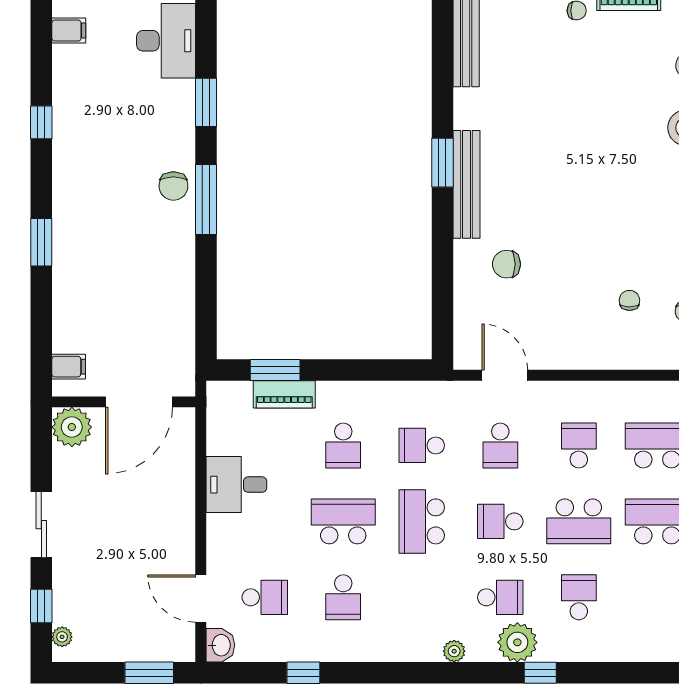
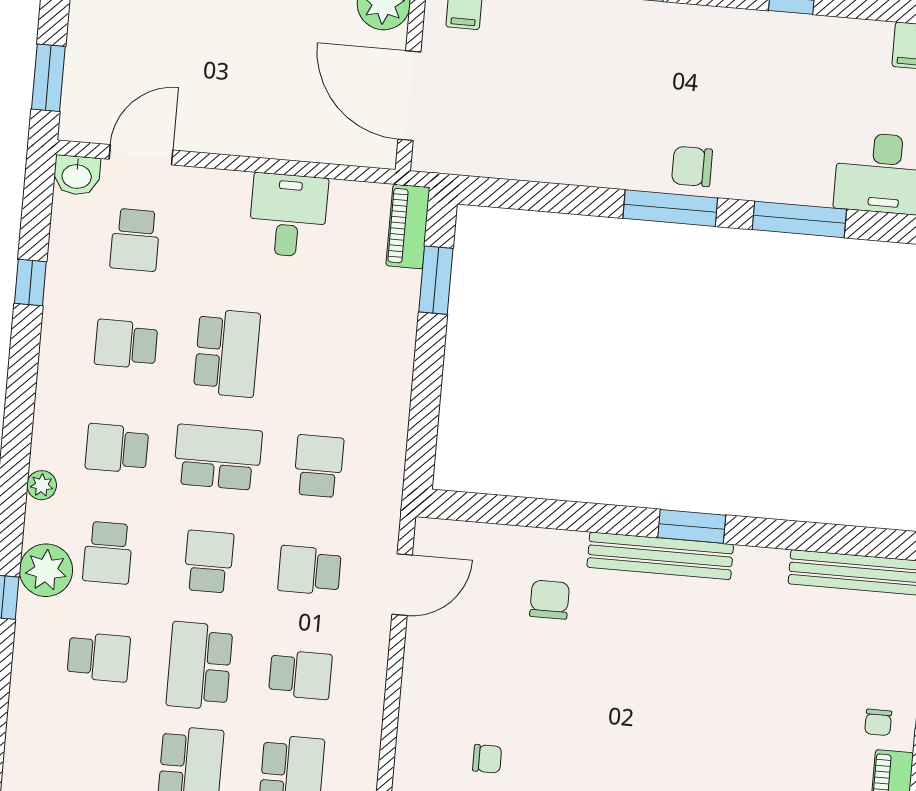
window: (206, 102) -> (799, 219), width x1.44
piano: (284, 394) -> (408, 226), moved
school desk: (343, 445) -> (117, 448), moved

